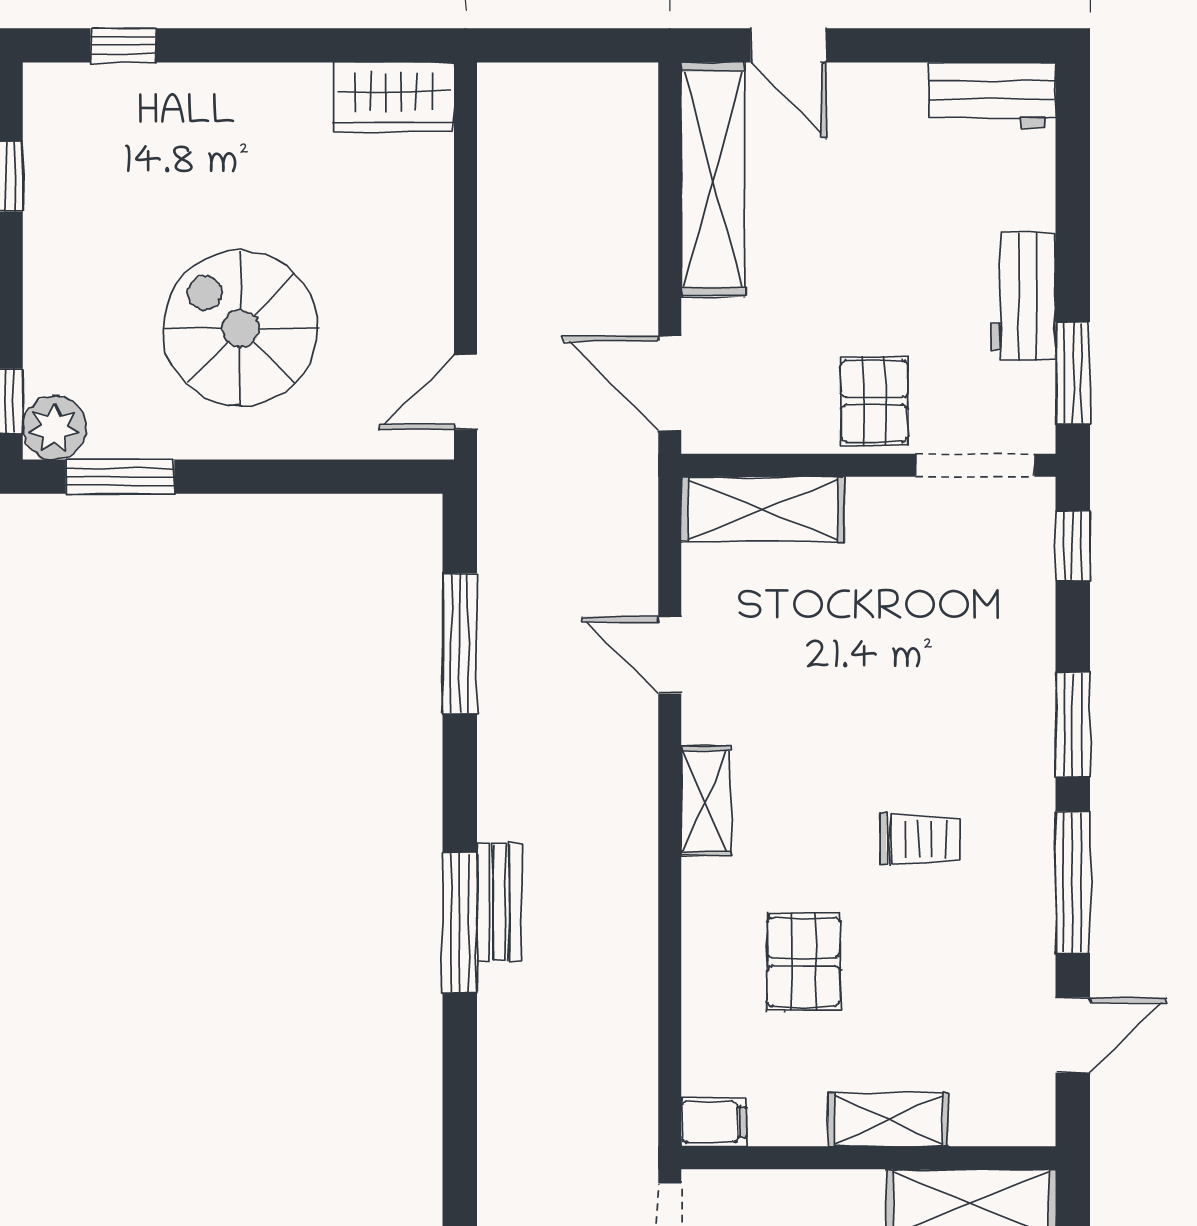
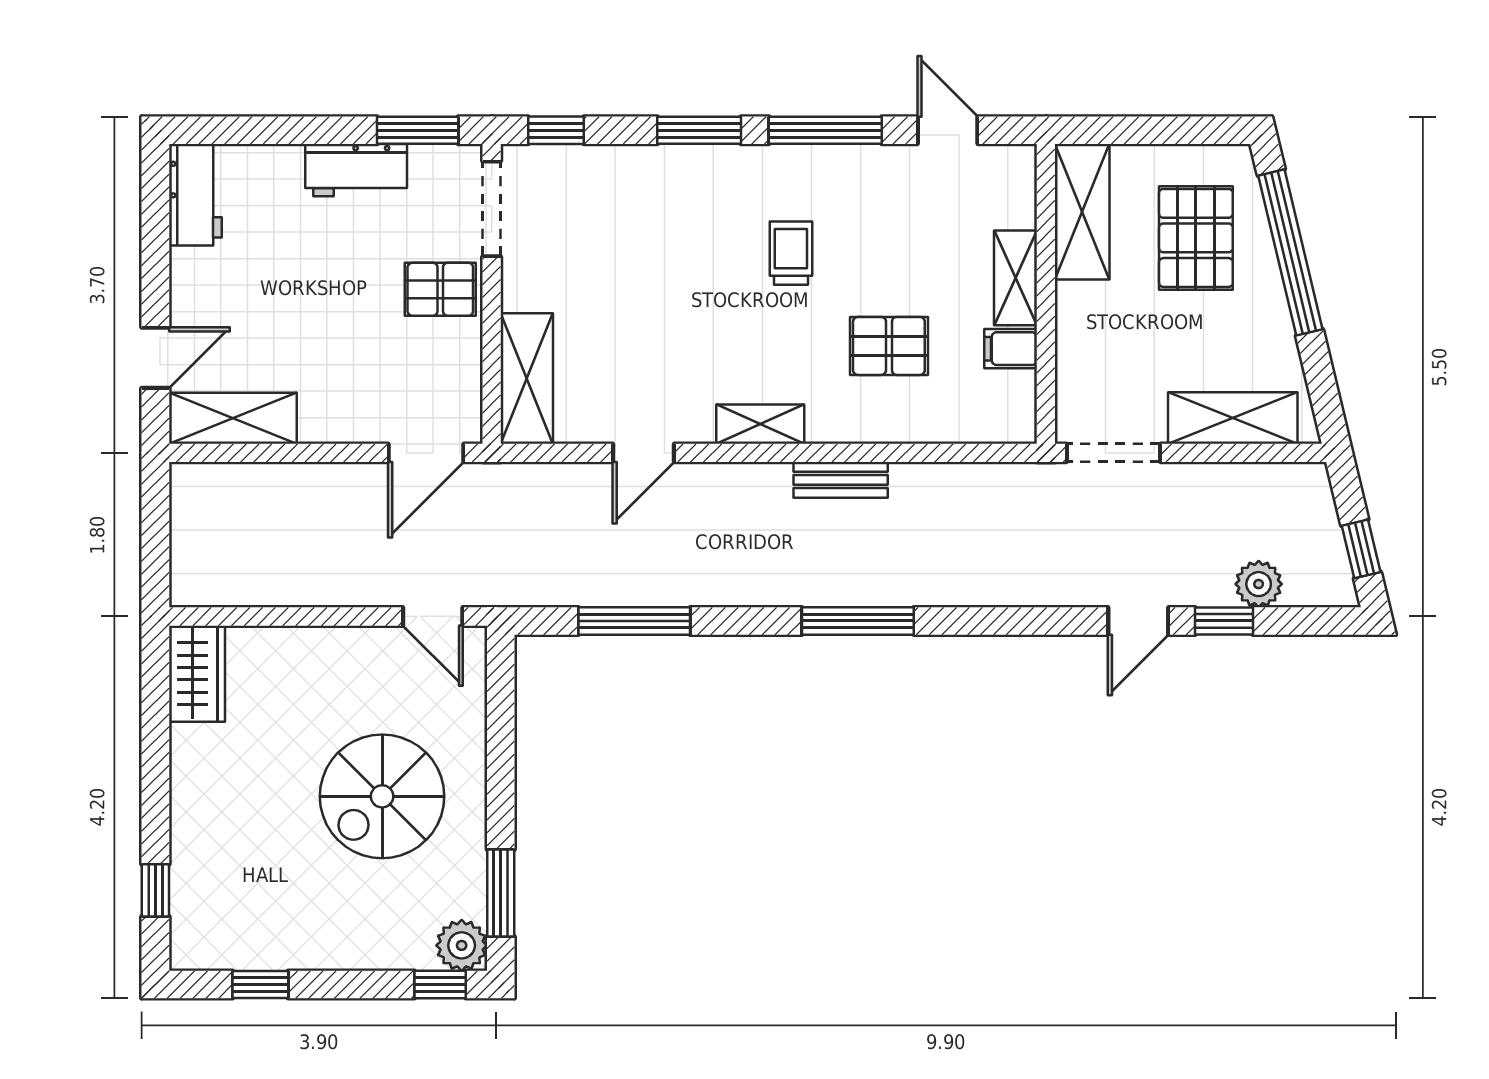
shelving: (713, 179) -> (233, 418), width x0.68
bench: (499, 902) -> (841, 480), moved
filing cabinet: (714, 1122) -> (1011, 349), moved, turned -90

